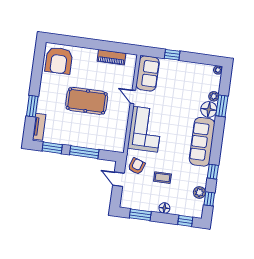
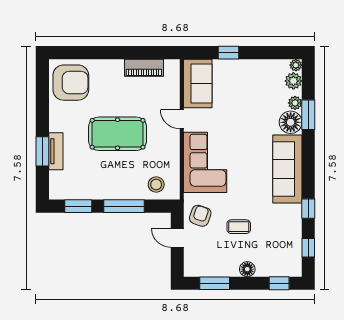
armchair: (59, 61) -> (71, 83), turned -90
tv unit: (39, 127) -> (56, 151), moved
stool: (109, 140) -> (156, 184), added
plant: (199, 192) -> (293, 81), moved

